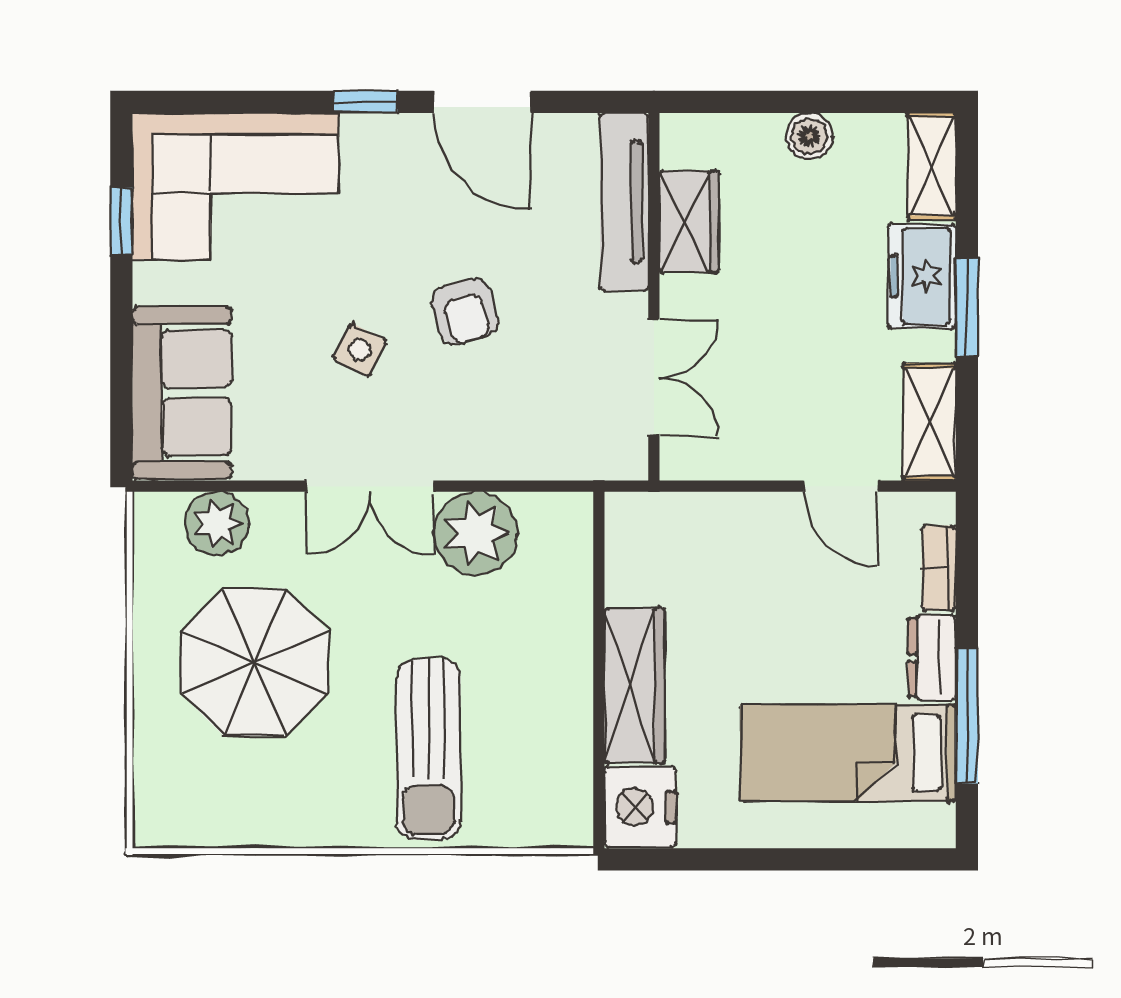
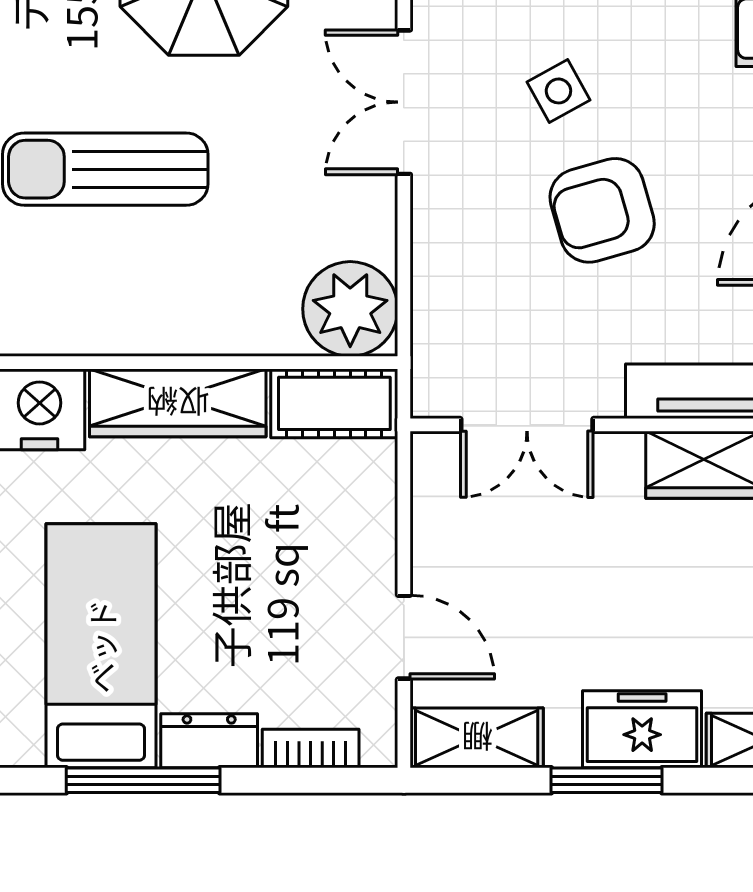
armchair: (465, 312) -> (602, 210), width x1.38, depth x1.38
side table: (360, 350) -> (558, 91), turned 34
door: (841, 486) -> (404, 637), swing flipped
plant: (476, 533) -> (350, 309), moved
cot: (635, 547) -> (334, 403), added

